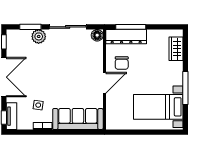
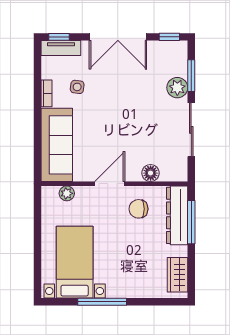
floor lamp: (97, 35) -> (151, 173), moved
wardrobe: (176, 49) -> (178, 275), moved, turned -90
door: (104, 83) -> (110, 184), swing flipped
plant: (111, 112) -> (67, 193), added

